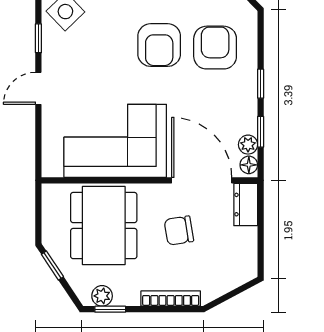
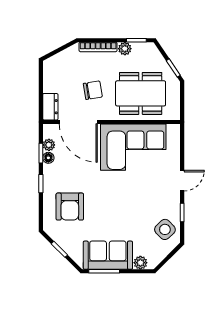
armchair: (159, 45) -> (105, 208), removed
floor lamp: (249, 165) -> (48, 158), moved
dining table: (104, 226) -> (141, 93), turned 90
plant: (102, 296) -> (125, 49), moved

